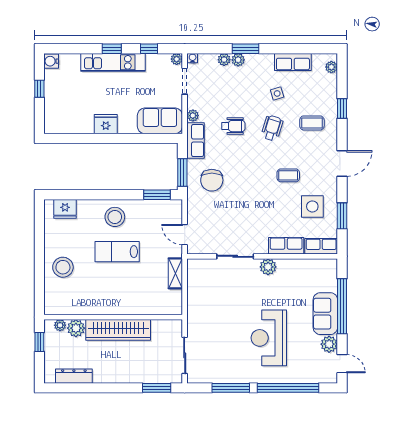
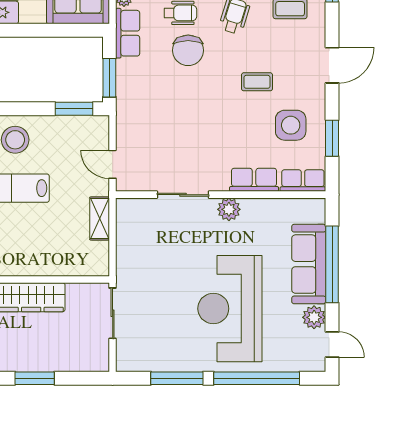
chair: (212, 180) -> (188, 50), moved
sofa: (325, 314) -> (309, 264), width x1.36
reception desk: (269, 338) -> (230, 309), width x1.36, depth x1.30
sliding door: (185, 355) -> (113, 313), moved
window: (157, 388) -> (35, 378), moved

